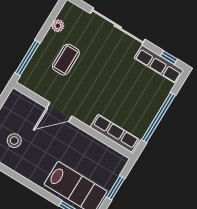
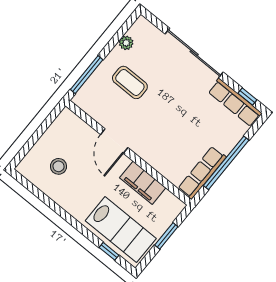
coffee table: (66, 60) -> (130, 82), turned 90
door: (59, 112) -> (114, 141), hinge flipped
row of seats: (115, 133) -> (202, 173), moved, turned -90
filing cabinet: (89, 145) -> (143, 183), added

